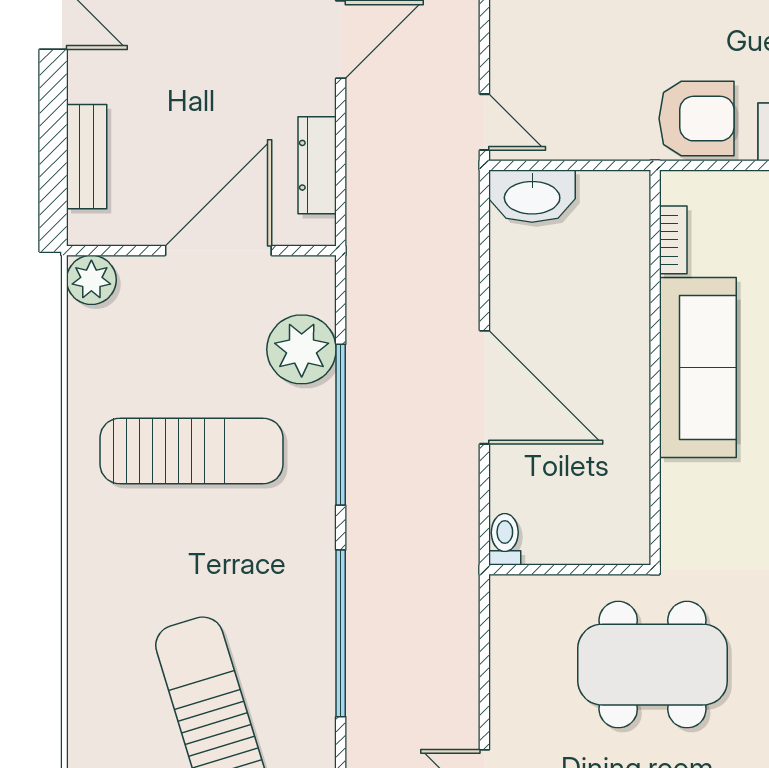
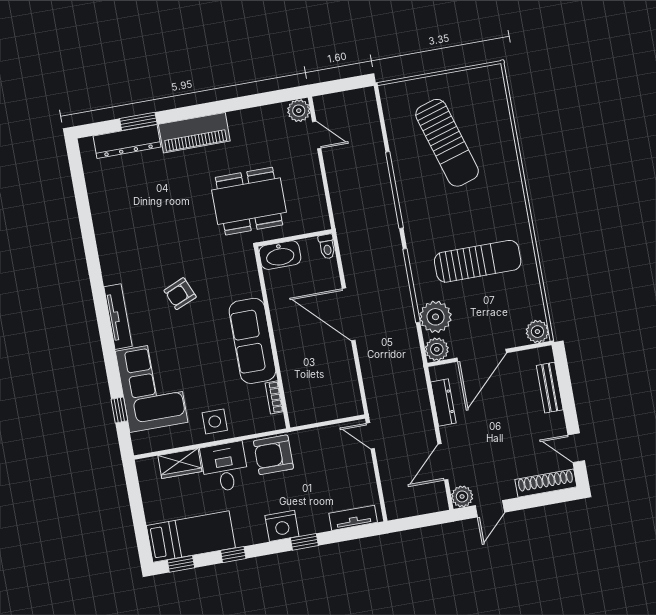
washbasin: (532, 196) -> (280, 255), moved, turned 180
plant: (311, 280) -> (437, 349), added
sun lounger: (191, 451) -> (478, 261), turned 180

